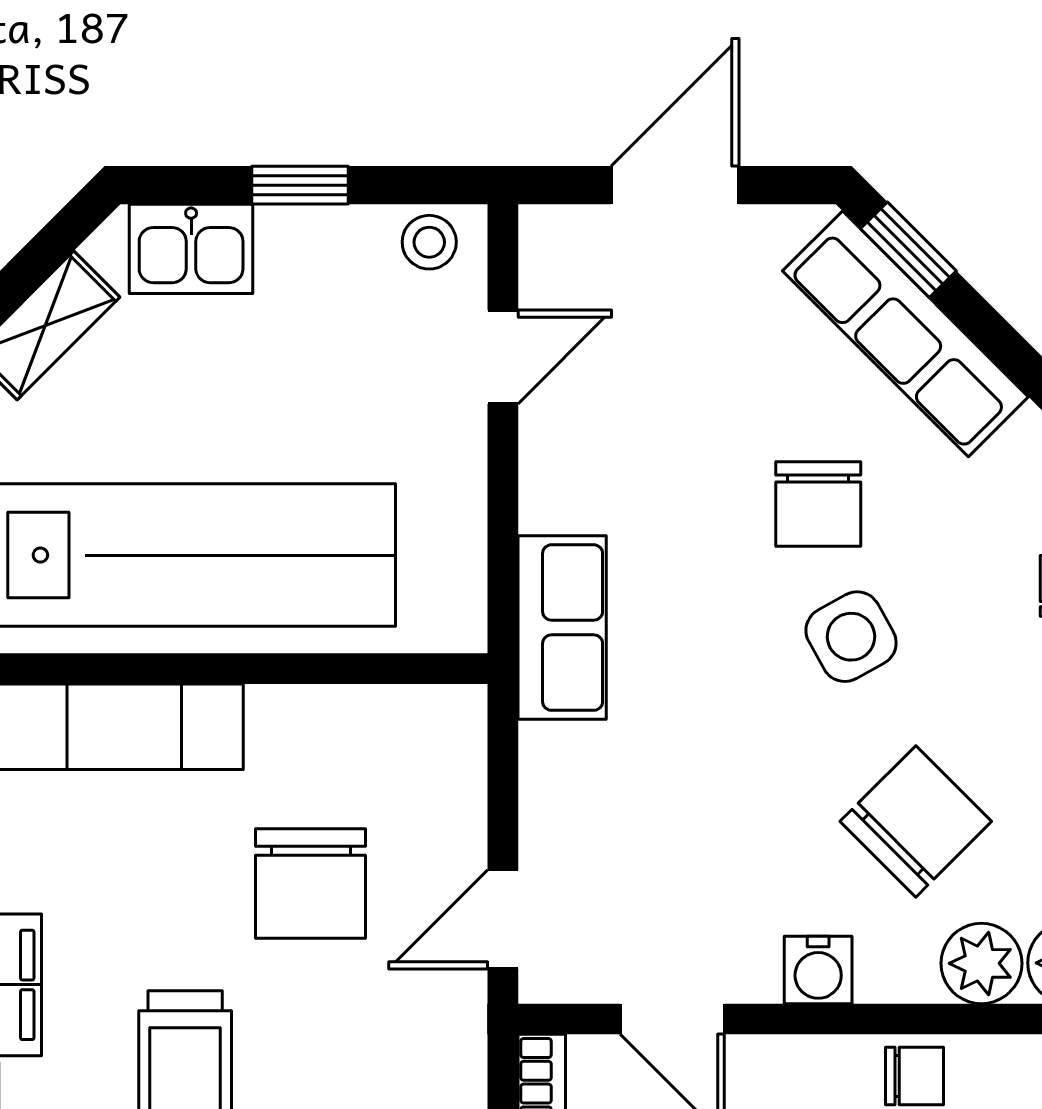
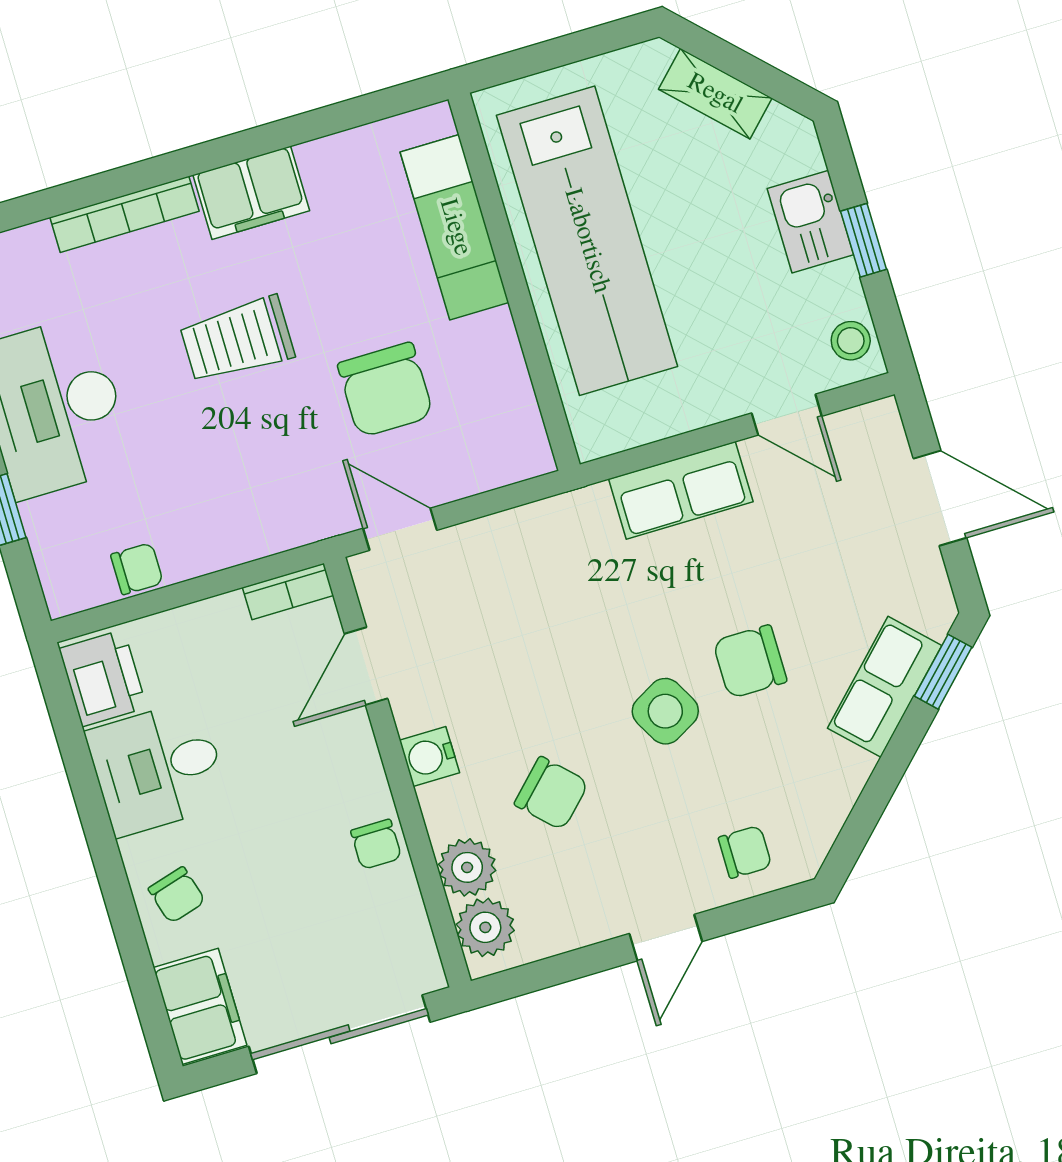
kitchen sink: (191, 249) -> (810, 222), moved
row of seats: (905, 334) -> (885, 687), width x0.68
row of seats: (562, 628) -> (681, 490), moved
chair: (916, 821) -> (551, 793), width x0.73, depth x0.73
chair: (311, 884) -> (385, 390), turned -90

